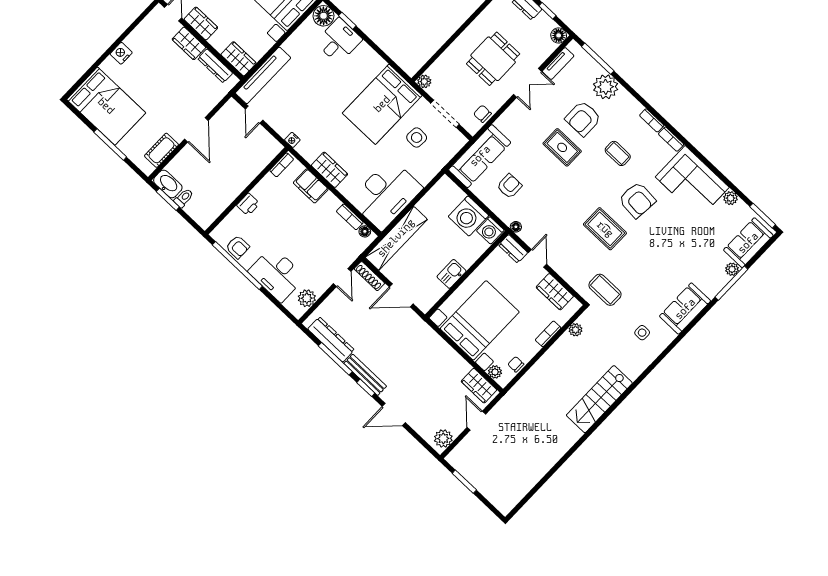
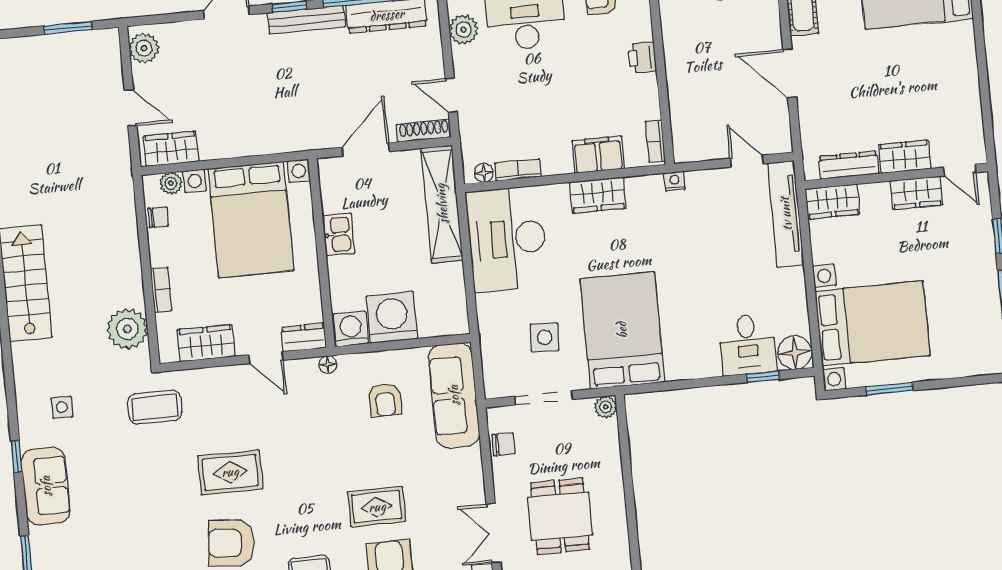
nightstand: (121, 53) -> (965, 62), removed
plant: (575, 330) -> (127, 329), width x1.87, depth x1.87
window: (683, 334) -> (17, 457), added

